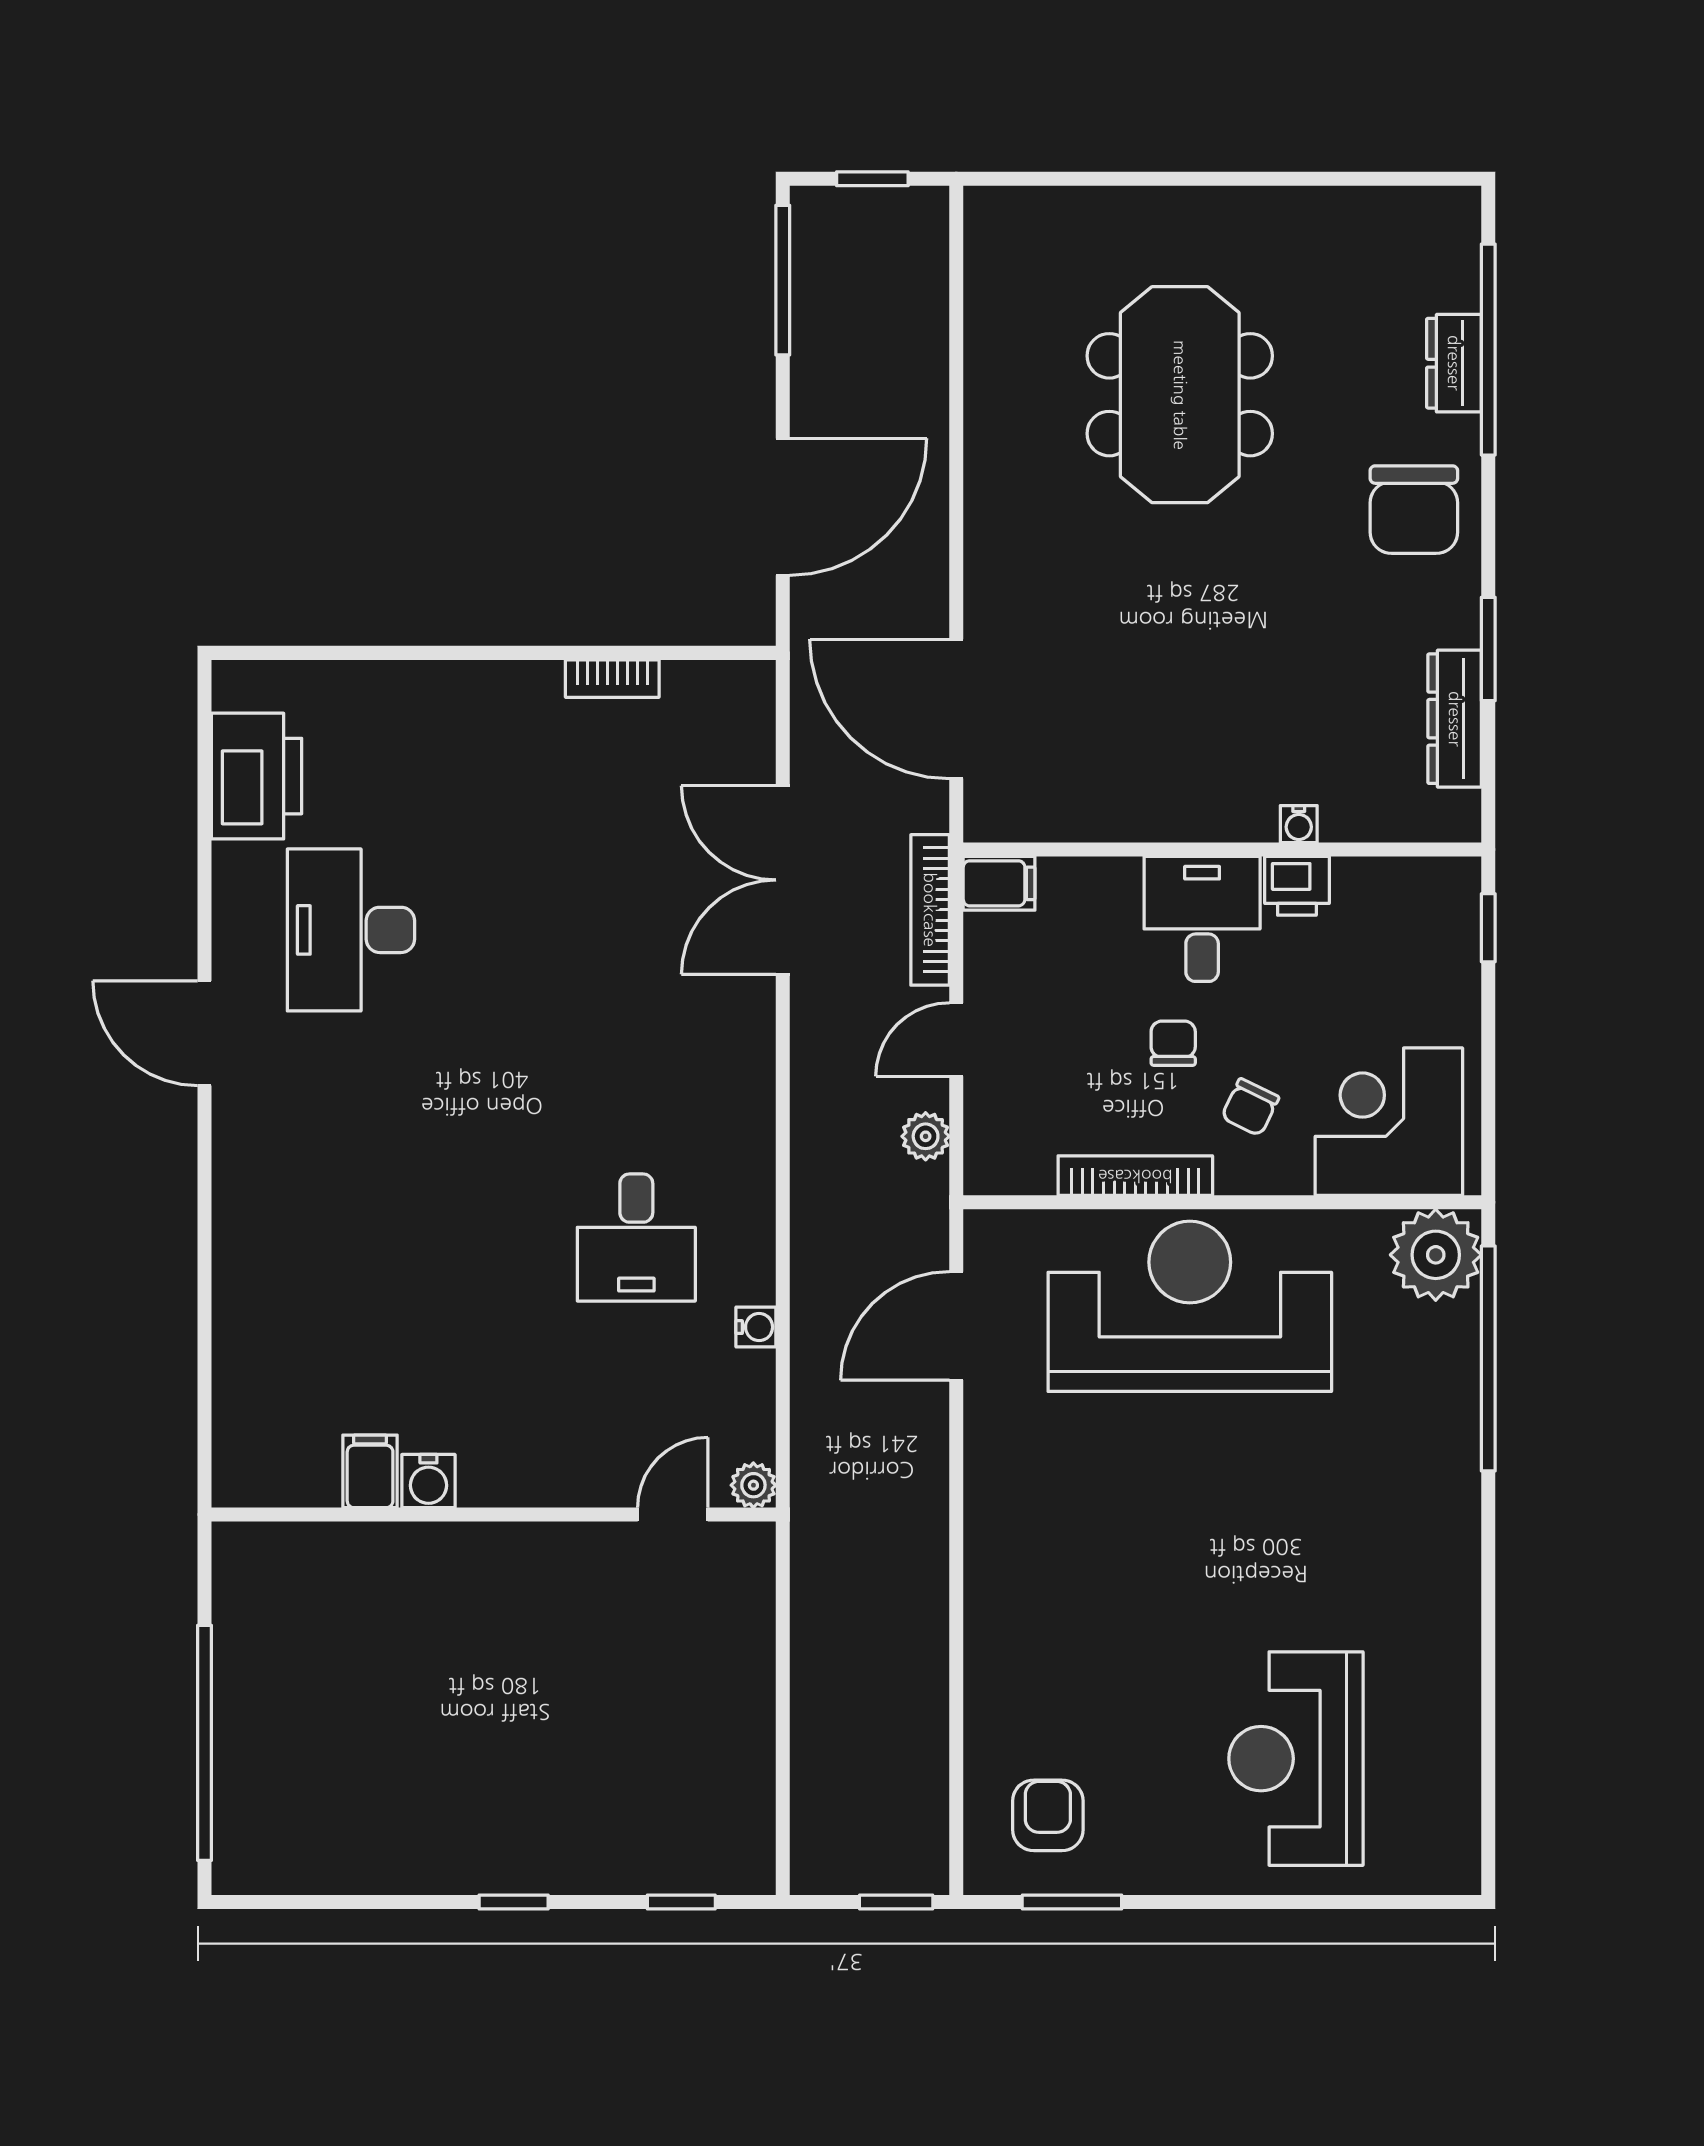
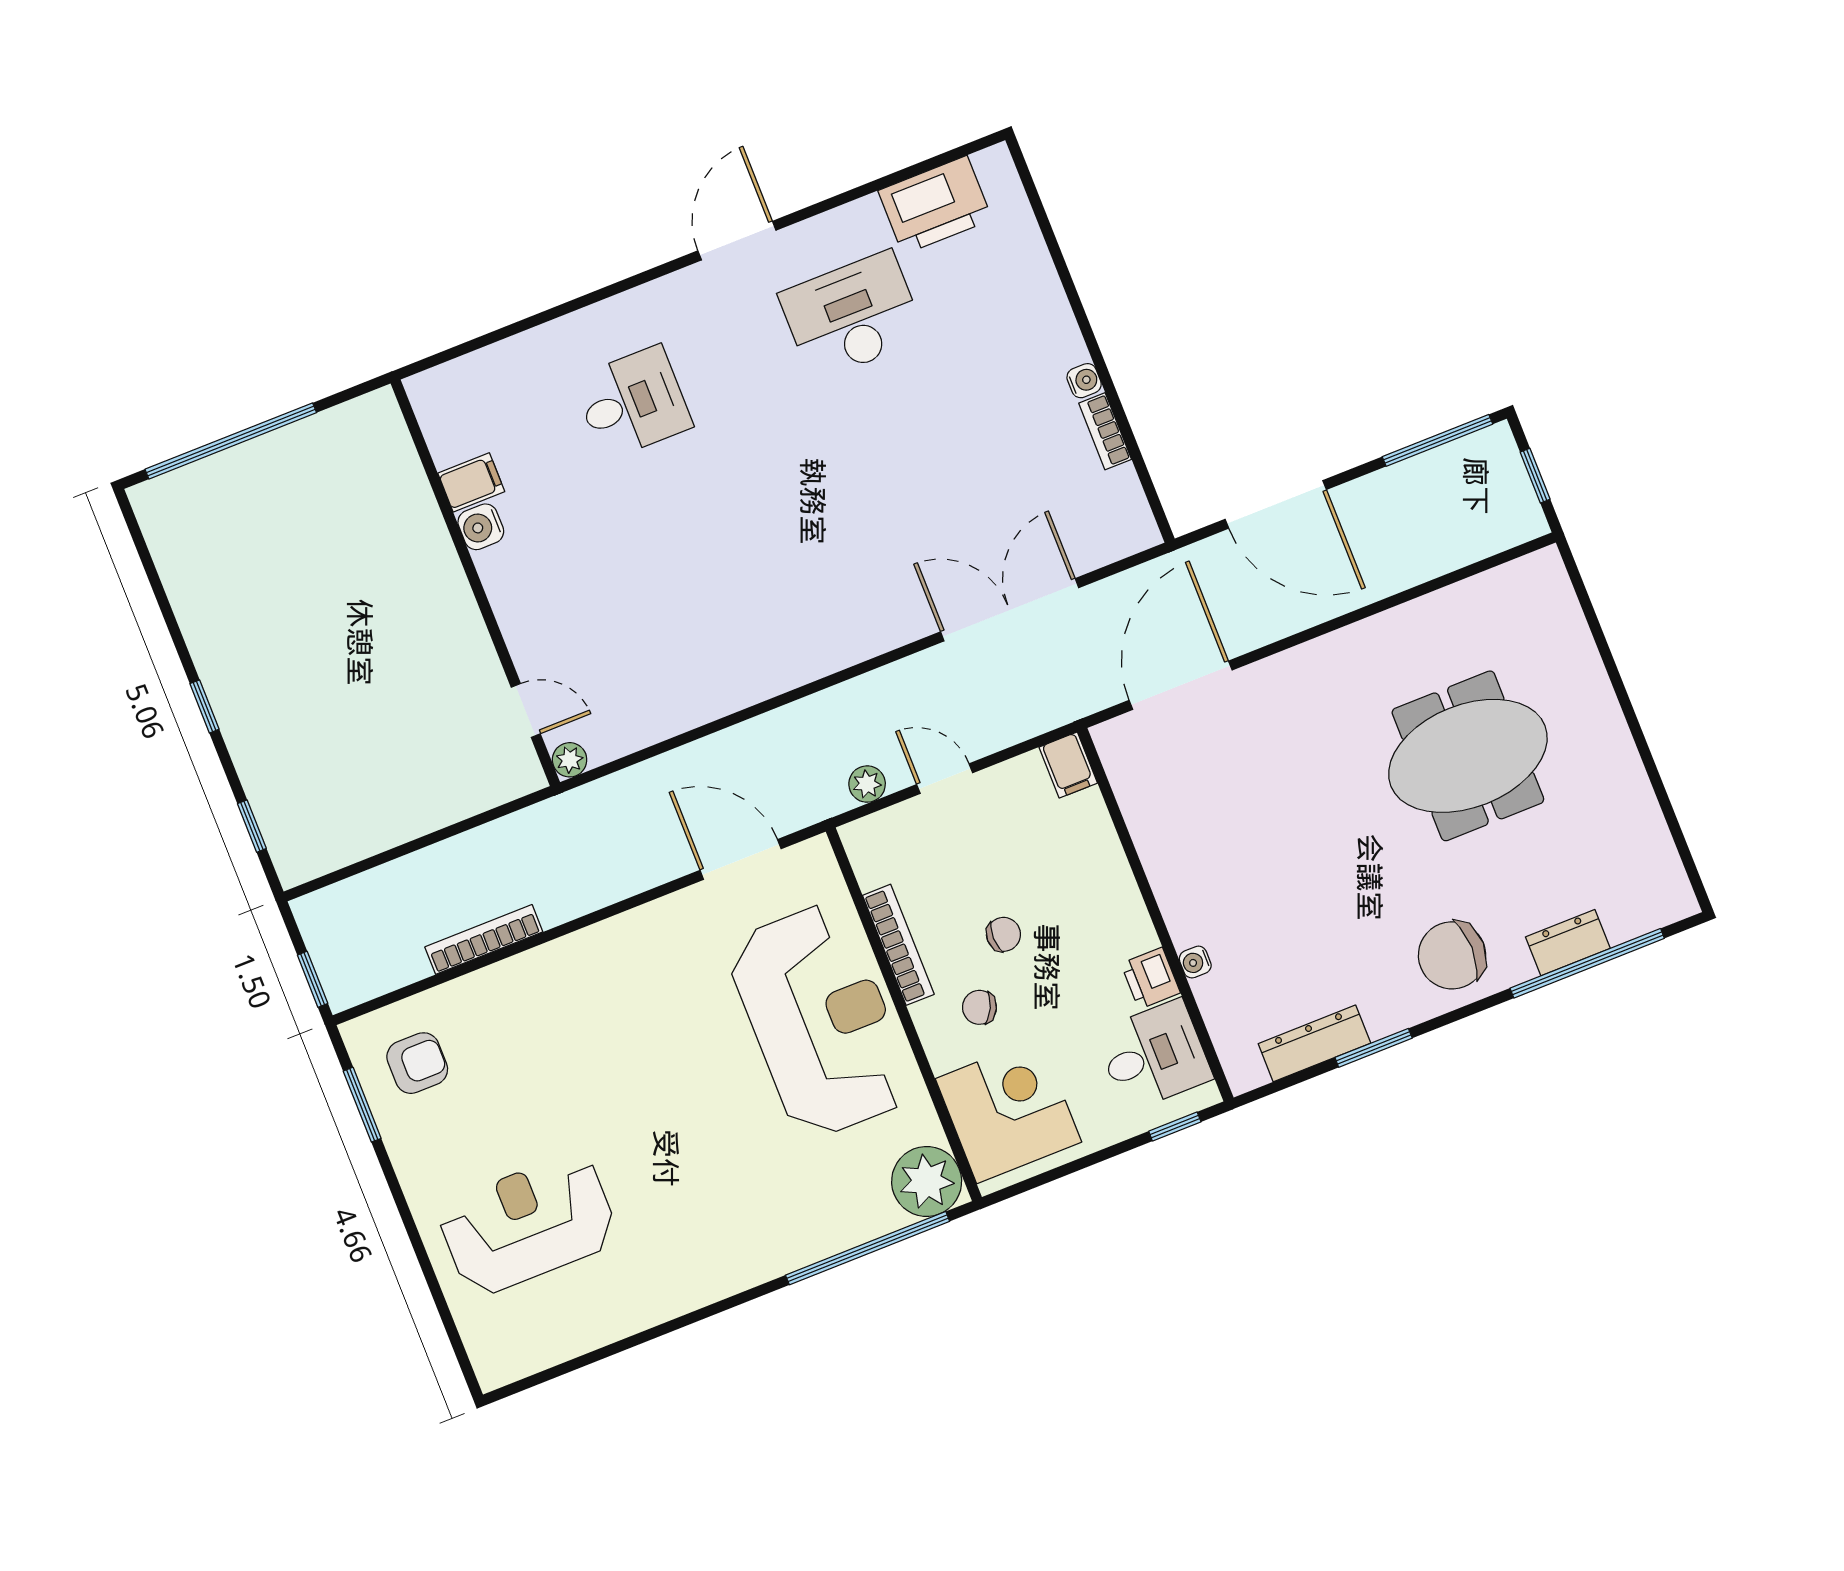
bookcase: (930, 910) -> (484, 939), moved
desk: (1202, 919) -> (1154, 1055), moved
desk: (636, 1238) -> (633, 403), moved, turned 180
water cooler: (756, 1327) -> (1084, 381), moved, turned -90

